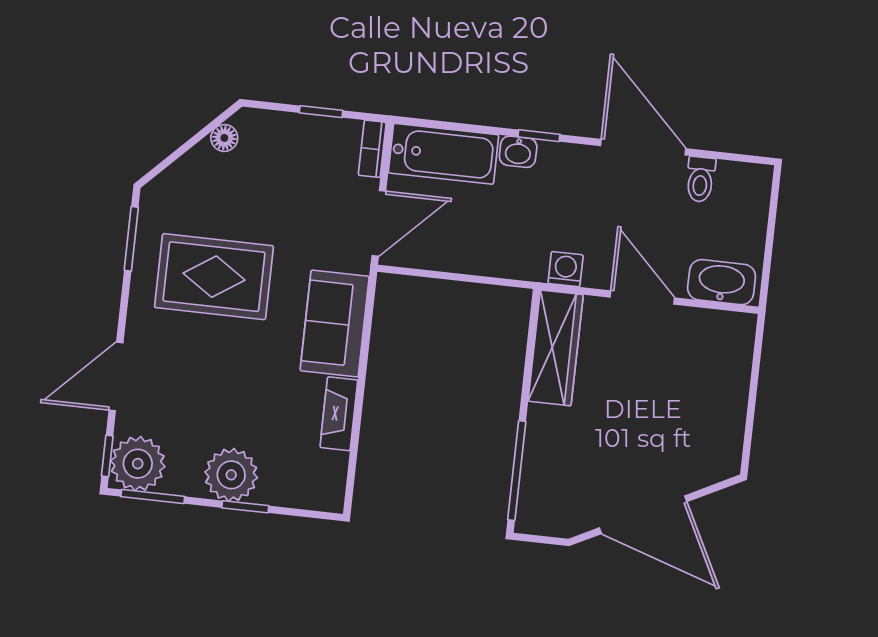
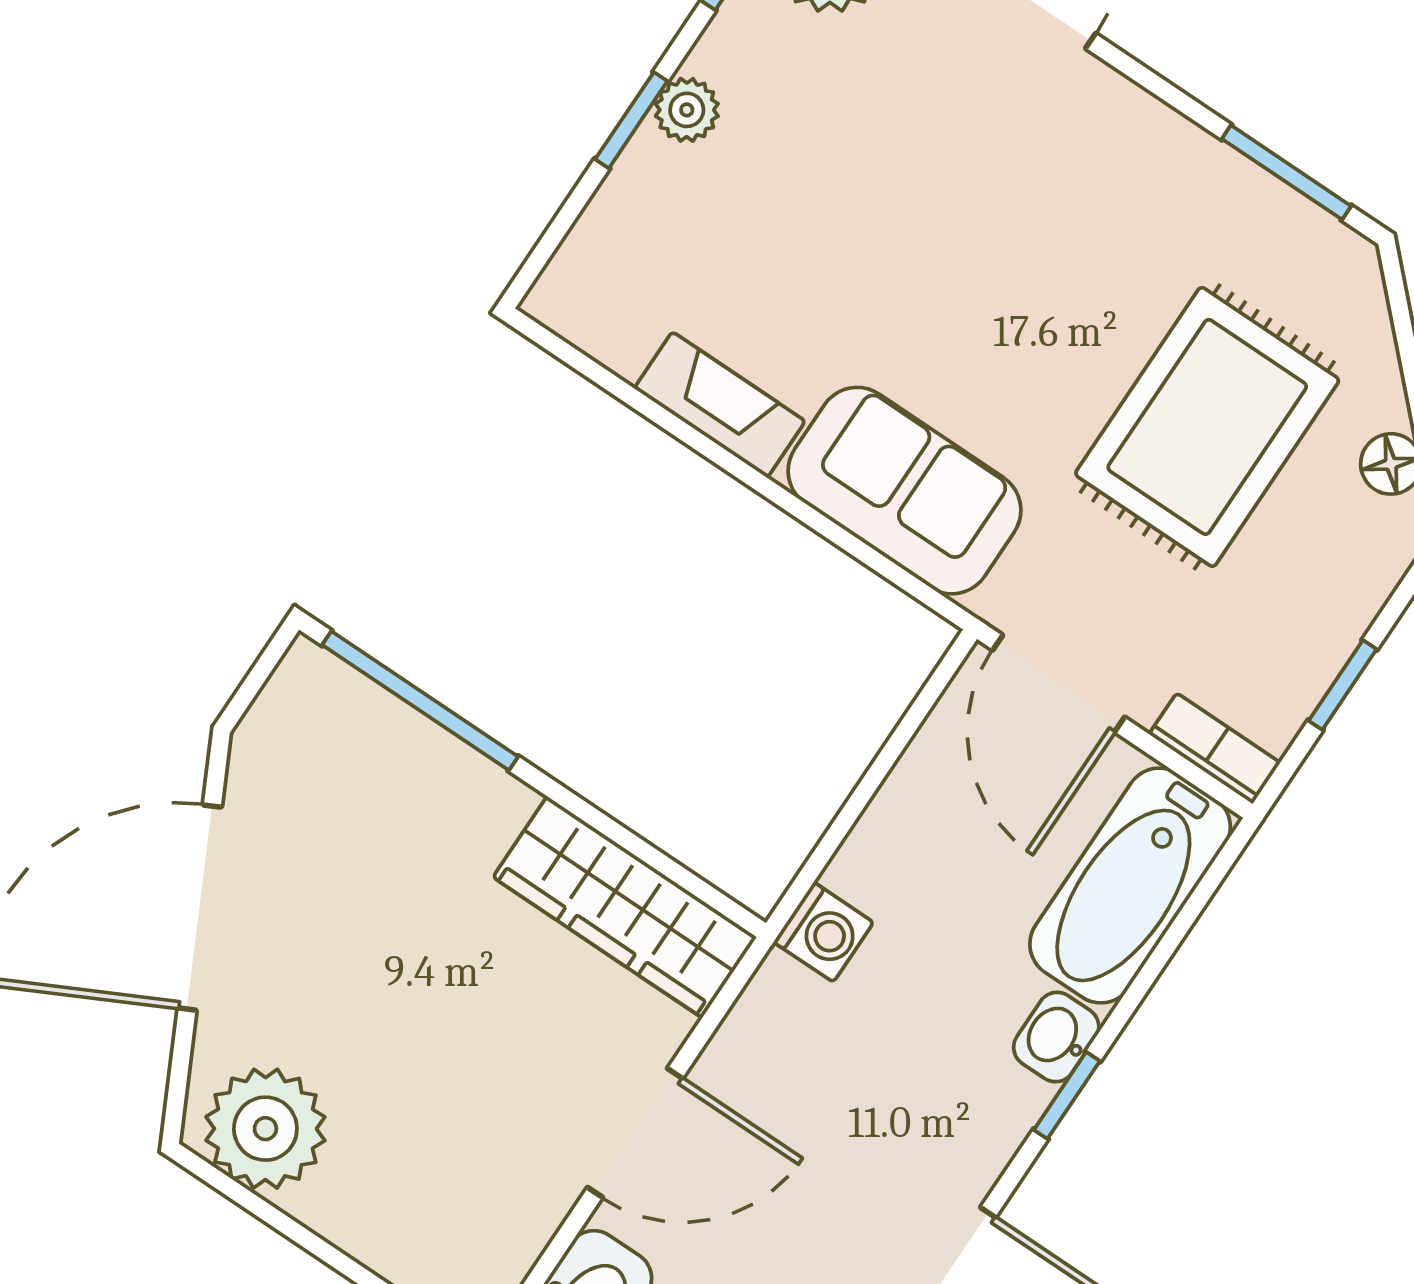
washing machine: (566, 269) -> (824, 932), moved
rug: (214, 277) -> (1207, 427), moved
plant: (716, 443) -> (265, 1129), added
plant: (231, 475) -> (687, 110), width x0.53, depth x0.53

